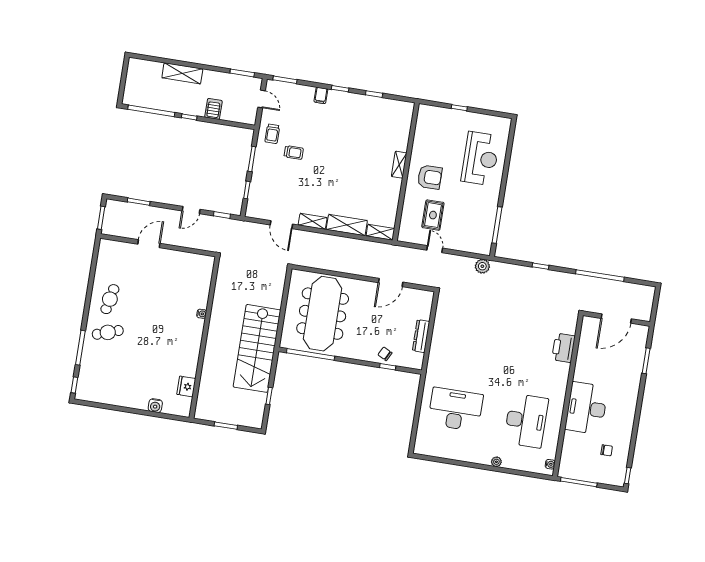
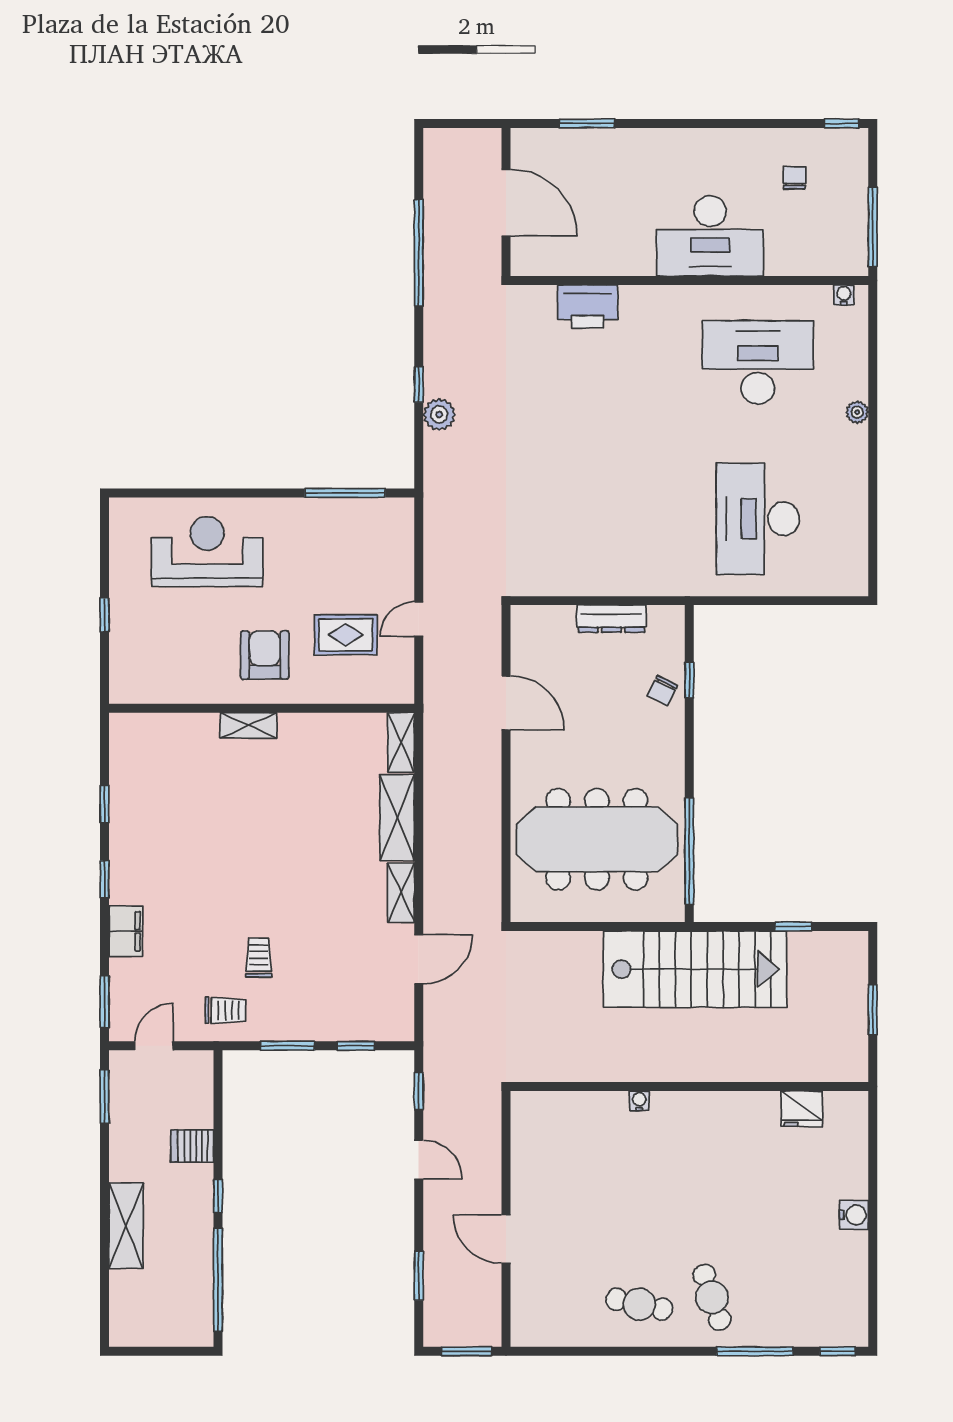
filing cabinet: (321, 95) -> (126, 931), width x2.00
plant: (482, 266) -> (439, 414), moved
water cooler: (155, 406) -> (854, 1215), moved

